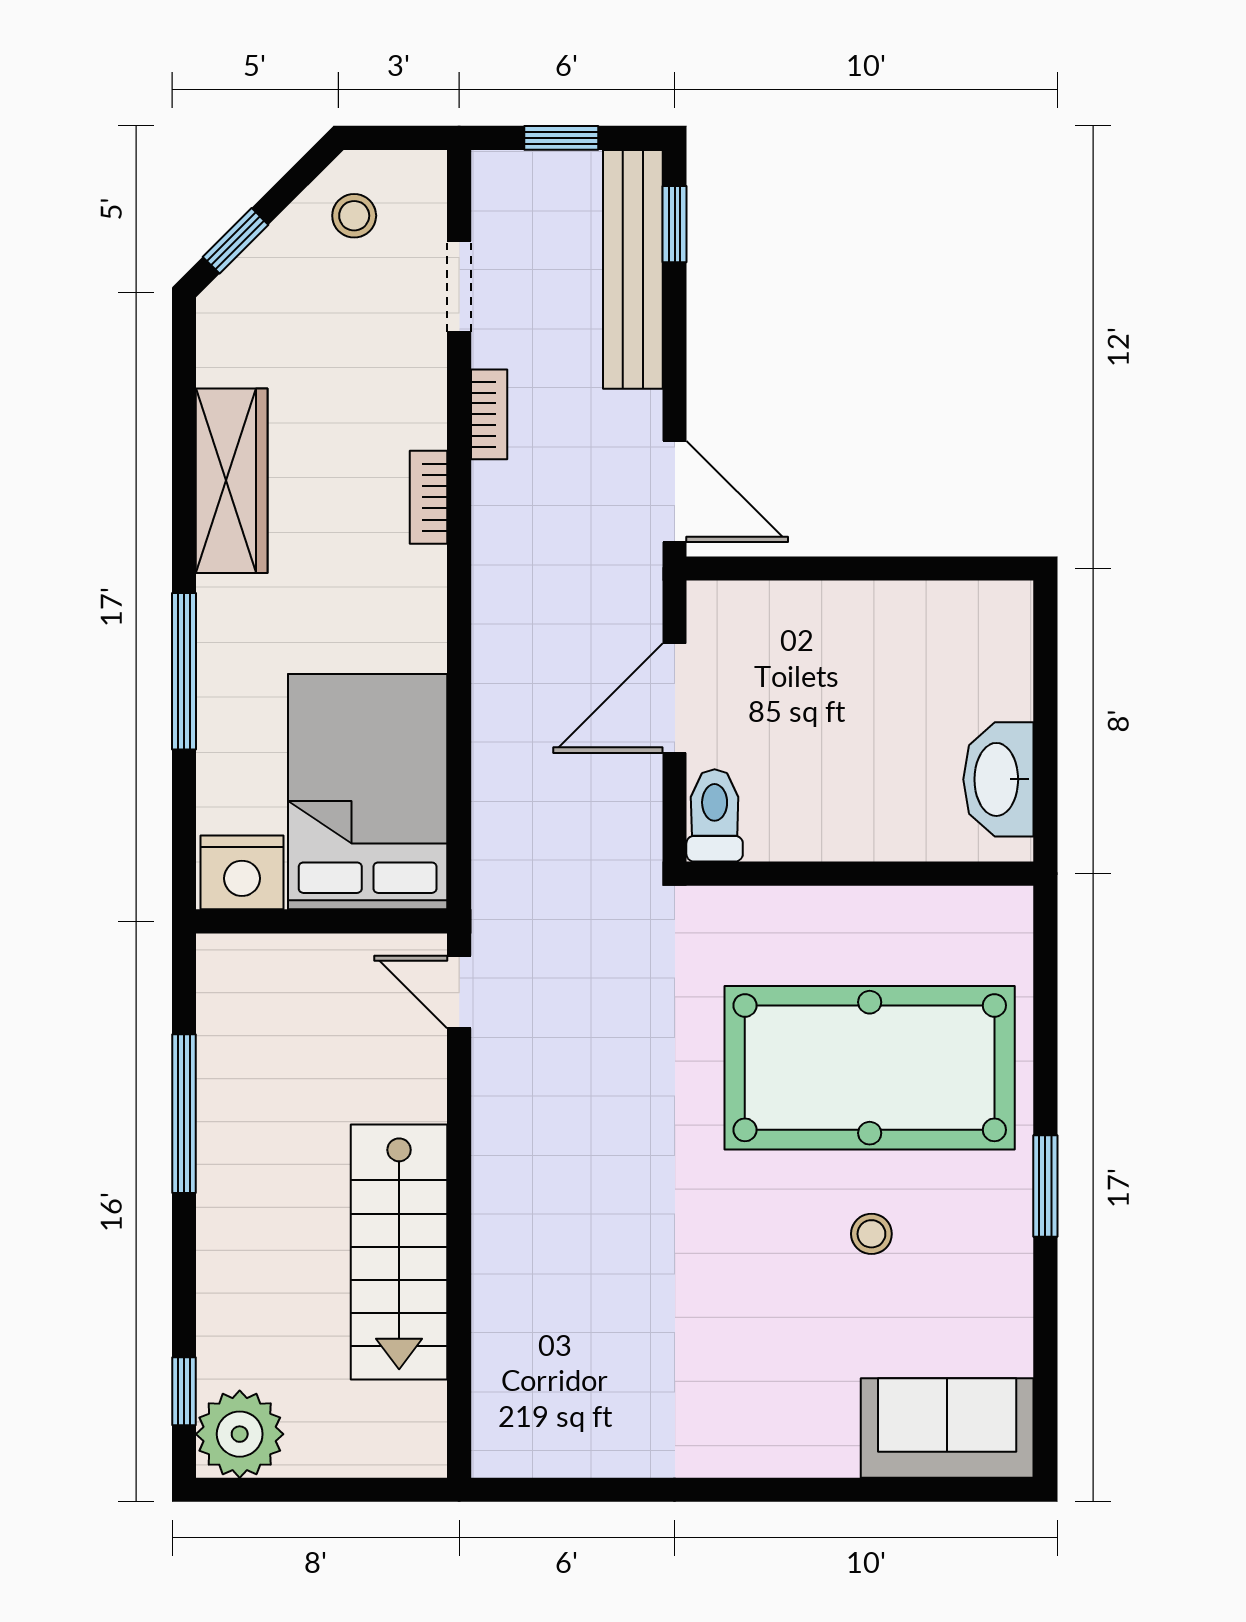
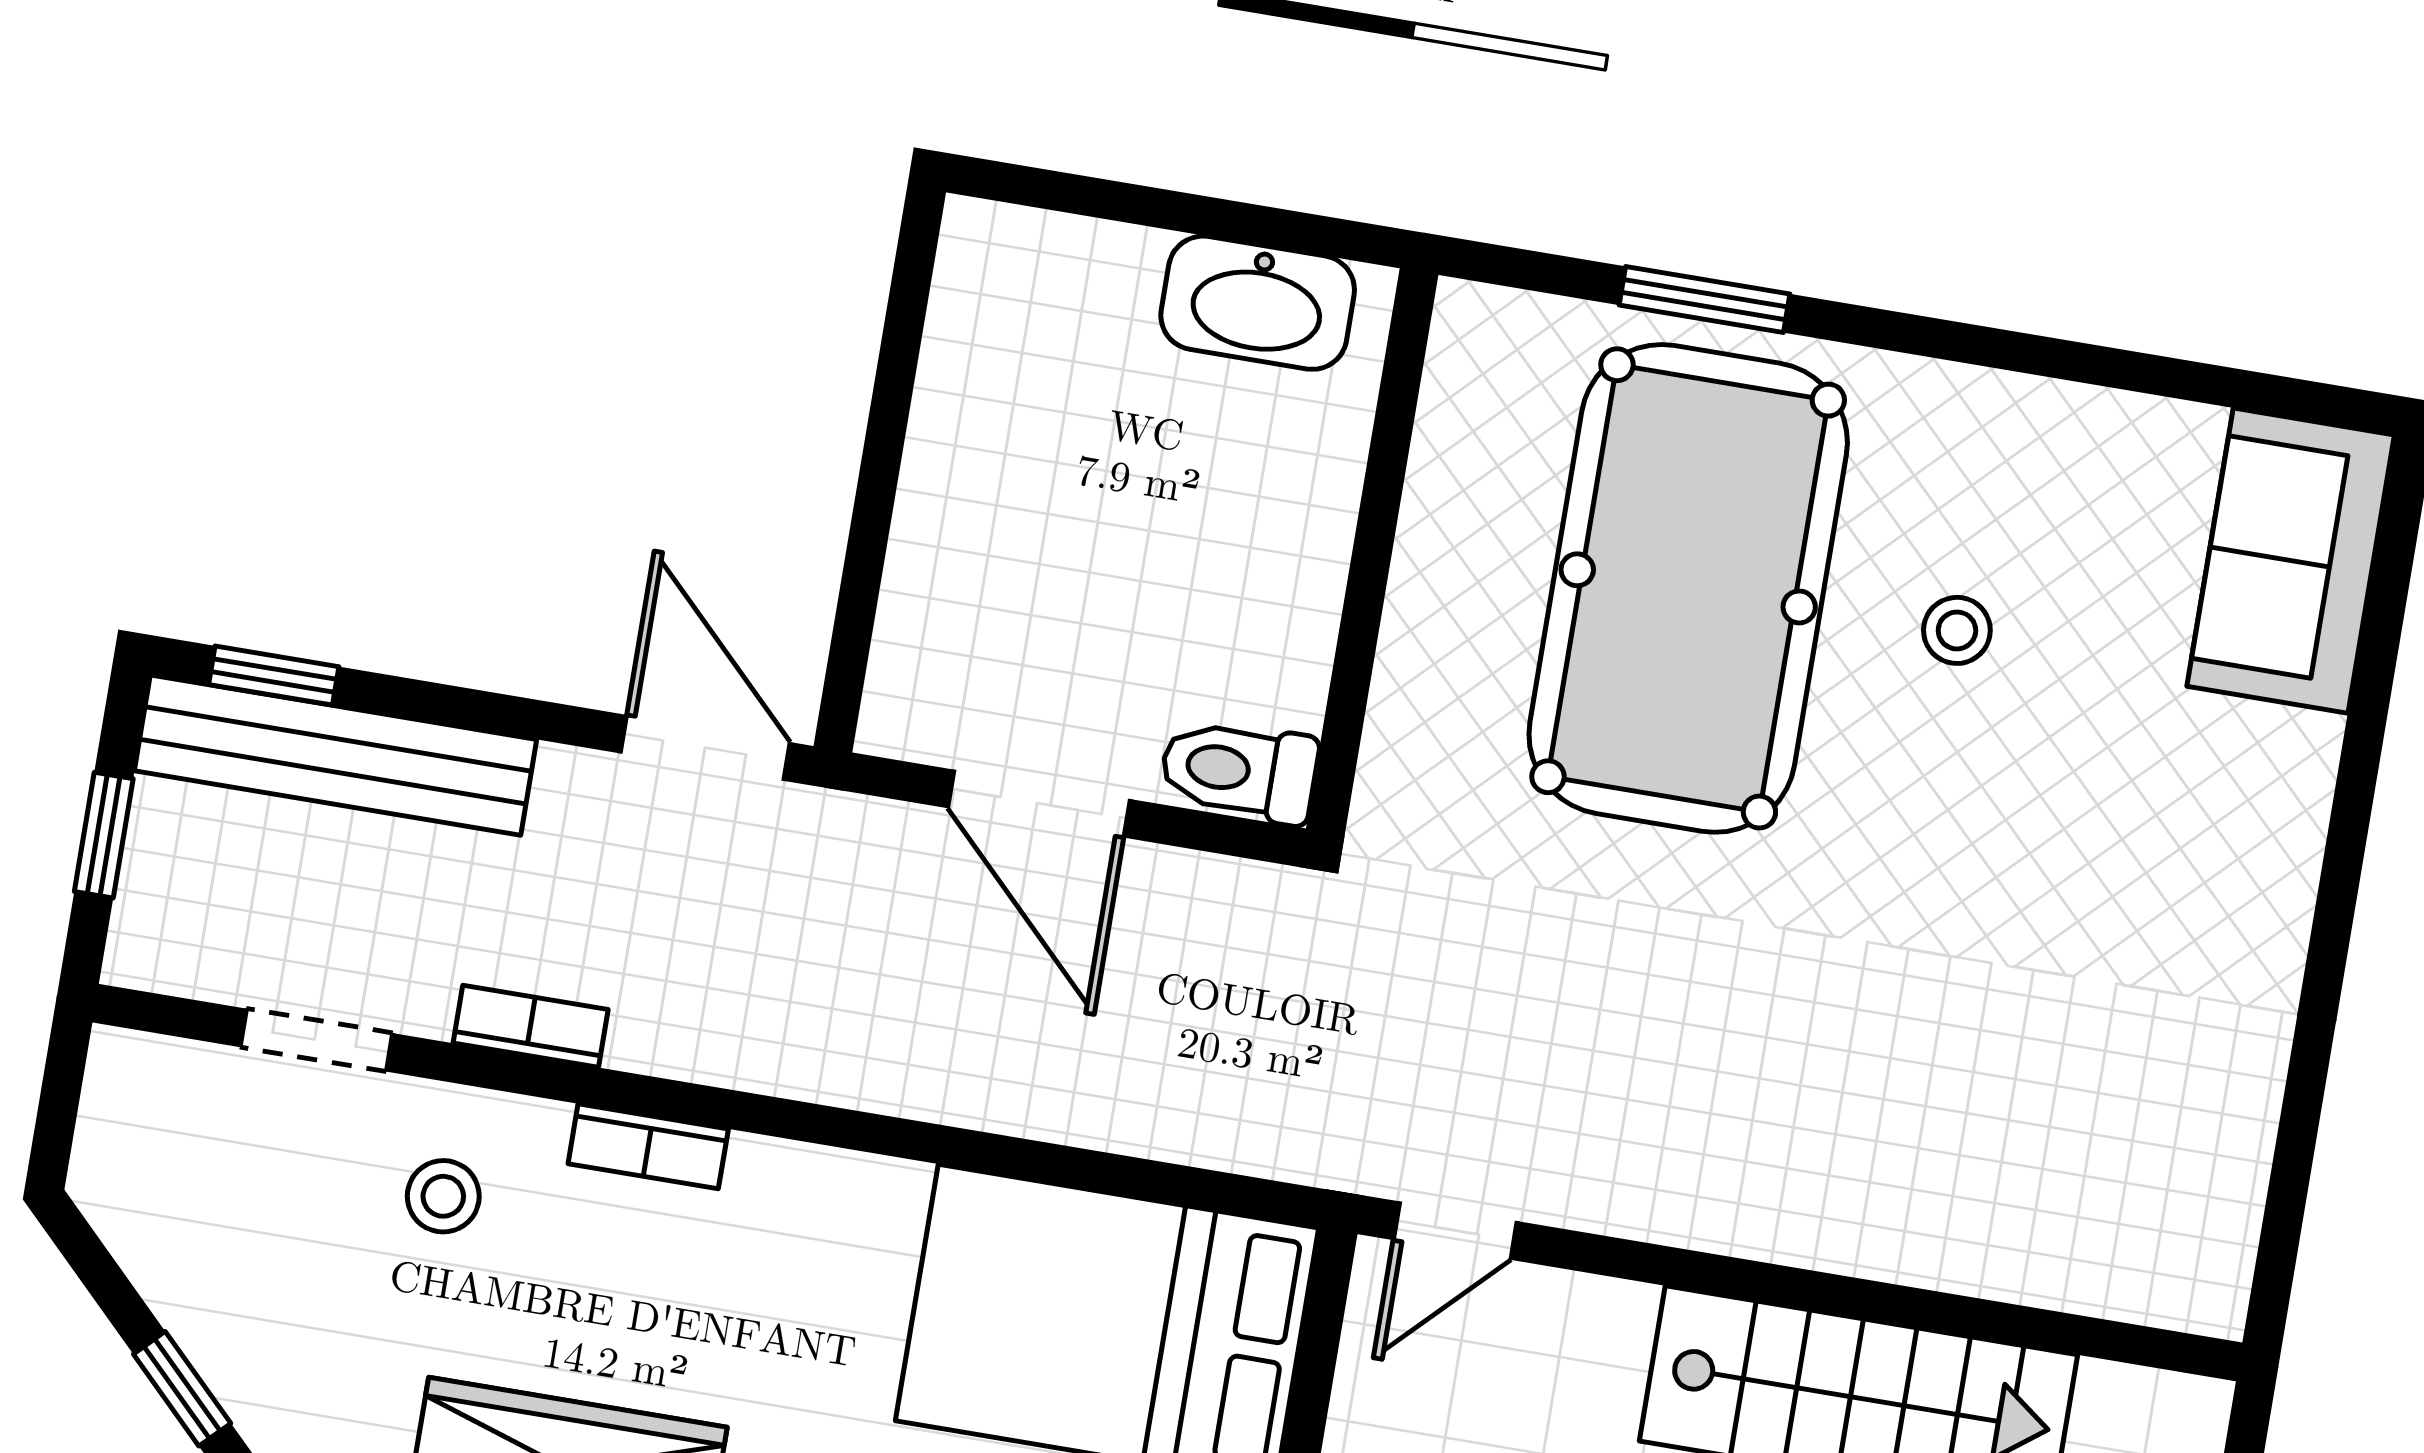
stool: (354, 216) -> (443, 1196), moved
door: (675, 491) -> (705, 748), hinge flipped
window: (1045, 1186) -> (1705, 300), moved

